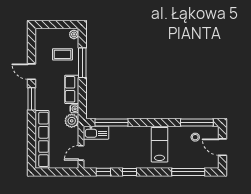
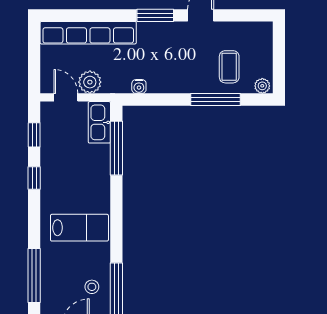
row of seats: (72, 89) -> (171, 82), removed
plant: (72, 121) -> (90, 82), moved

